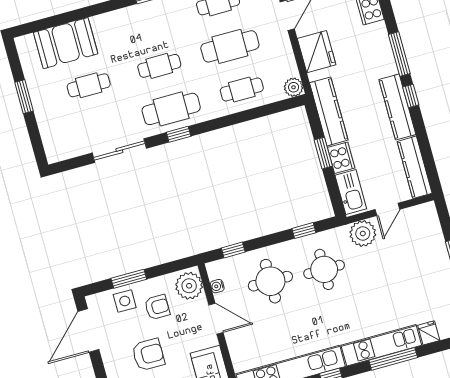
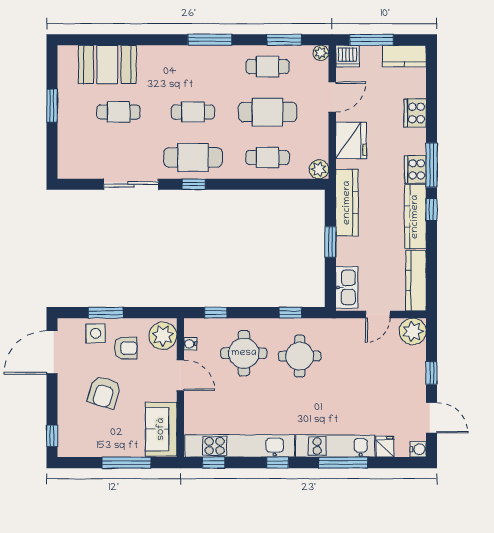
cooker: (341, 158) -> (415, 169), moved, turned 180
plant: (363, 233) -> (413, 331), moved
armchair: (148, 355) -> (104, 392), turned 107

